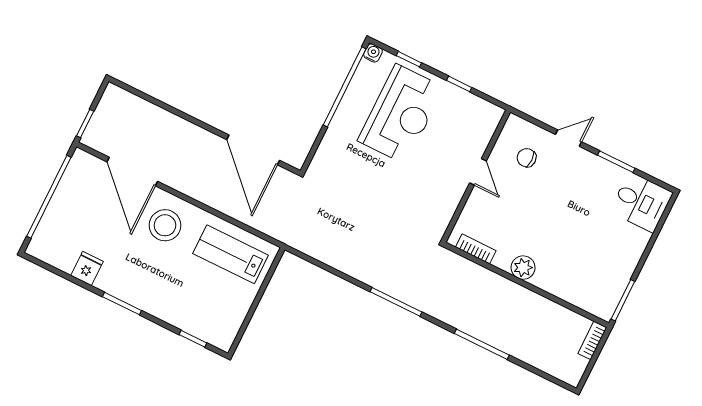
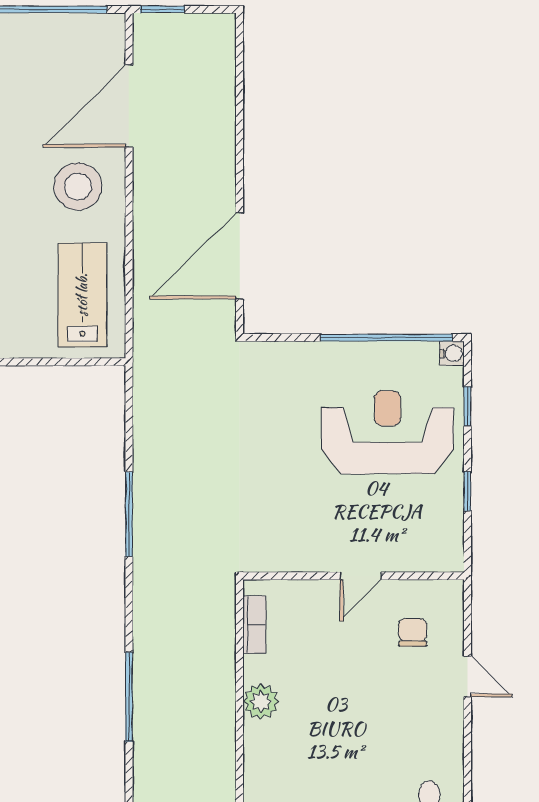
reception desk: (401, 114) -> (388, 432), turned 180
window: (616, 162) -> (467, 757), removed
window: (396, 302) -> (129, 514), moved

